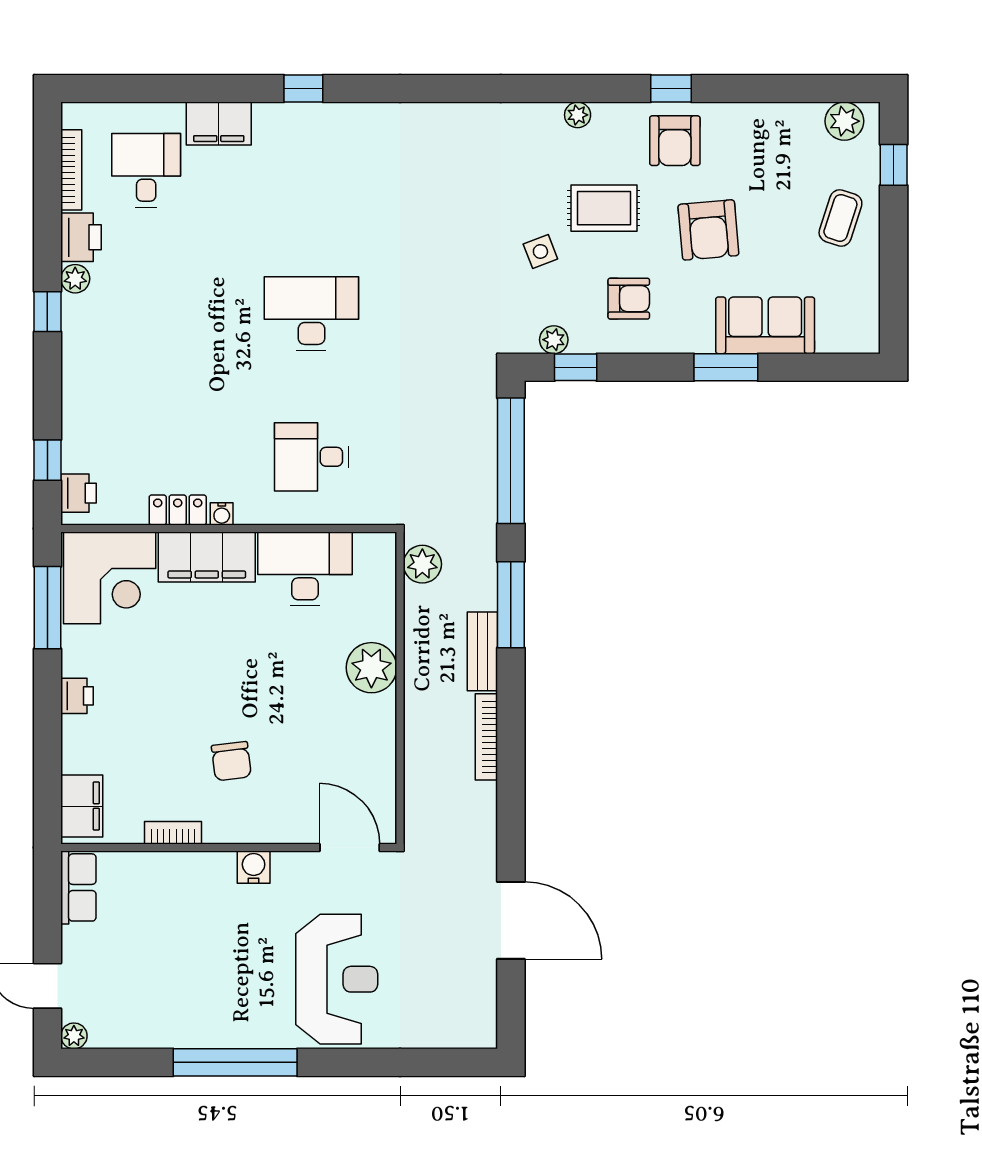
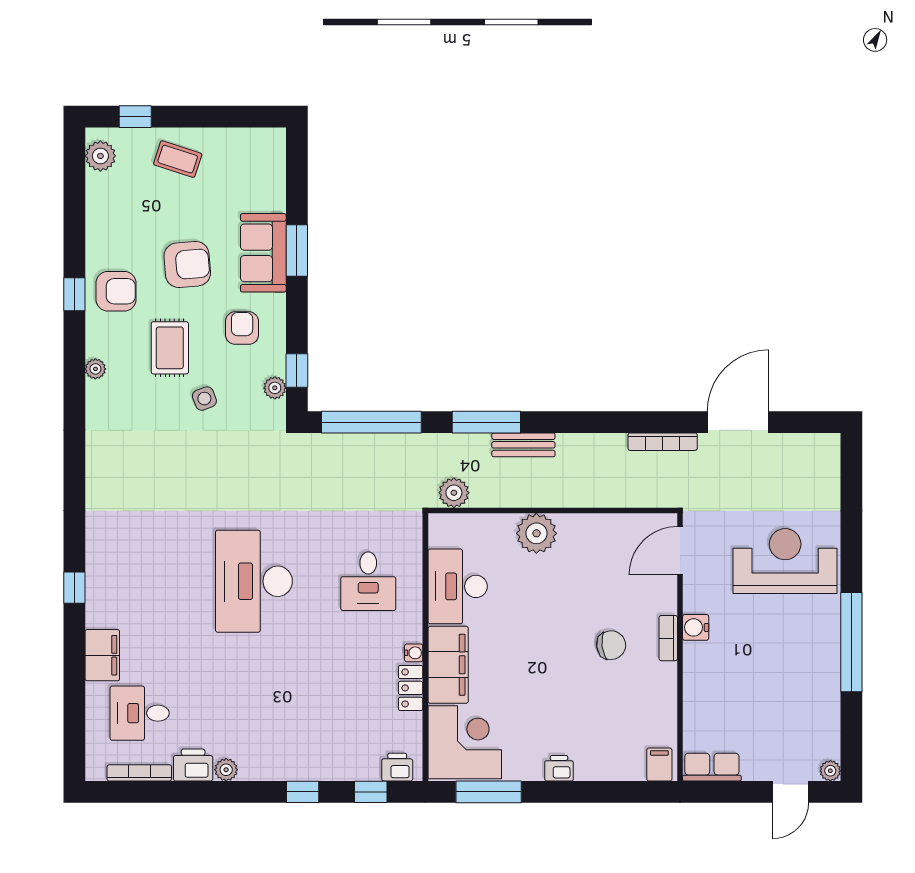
window: (47, 312) -> (303, 792), moved
desk: (311, 314) -> (254, 581), width x1.36, depth x1.30
sofa: (765, 325) -> (263, 253), moved
bookcase: (486, 737) -> (663, 442), moved
filing cabinet: (82, 806) -> (659, 765), width x0.50
bookcase: (173, 833) -> (668, 638), moved

